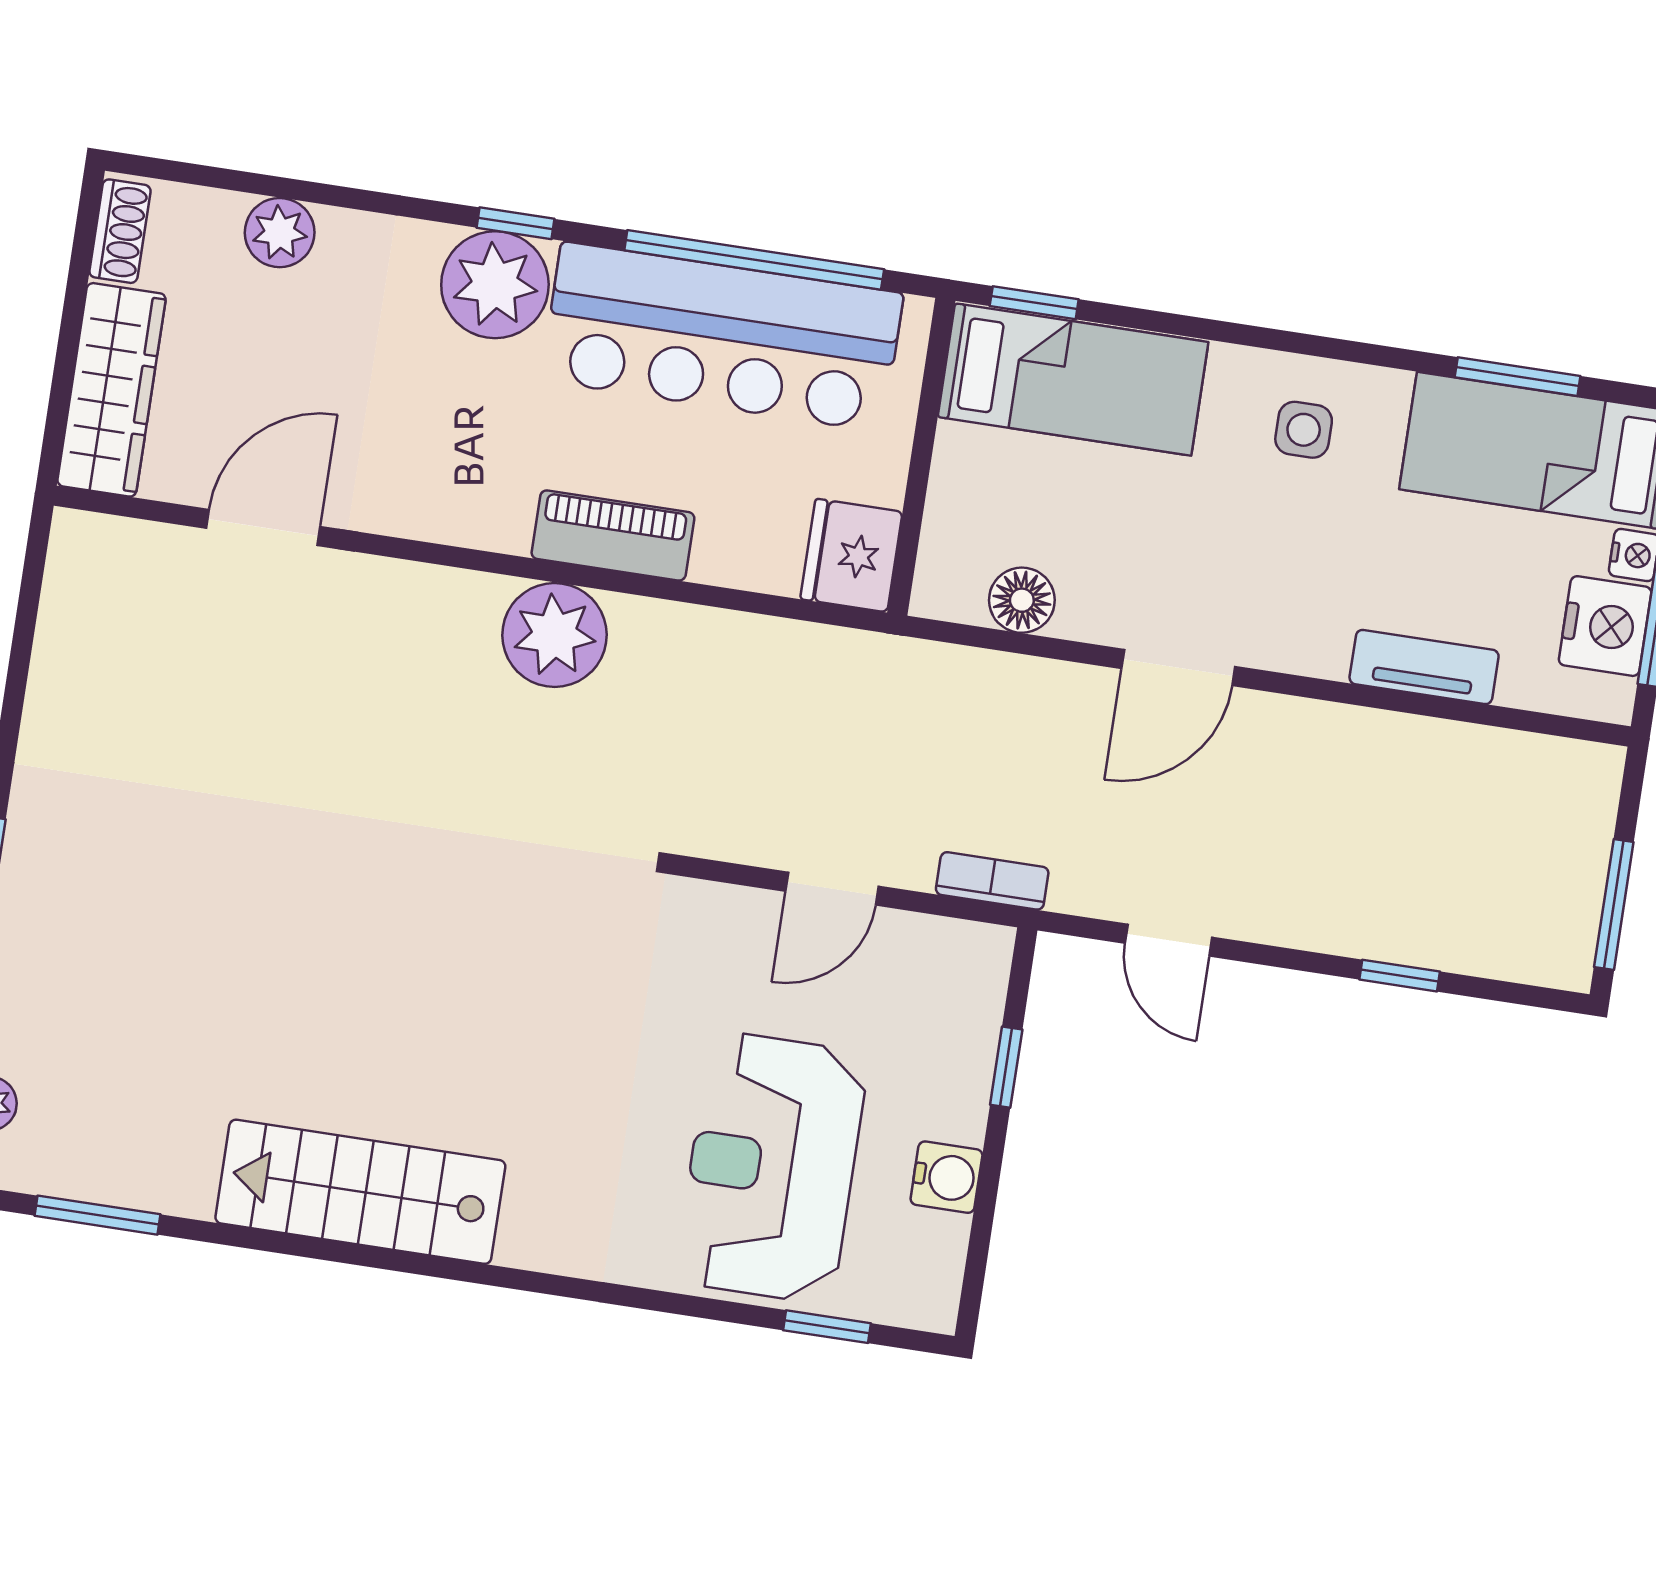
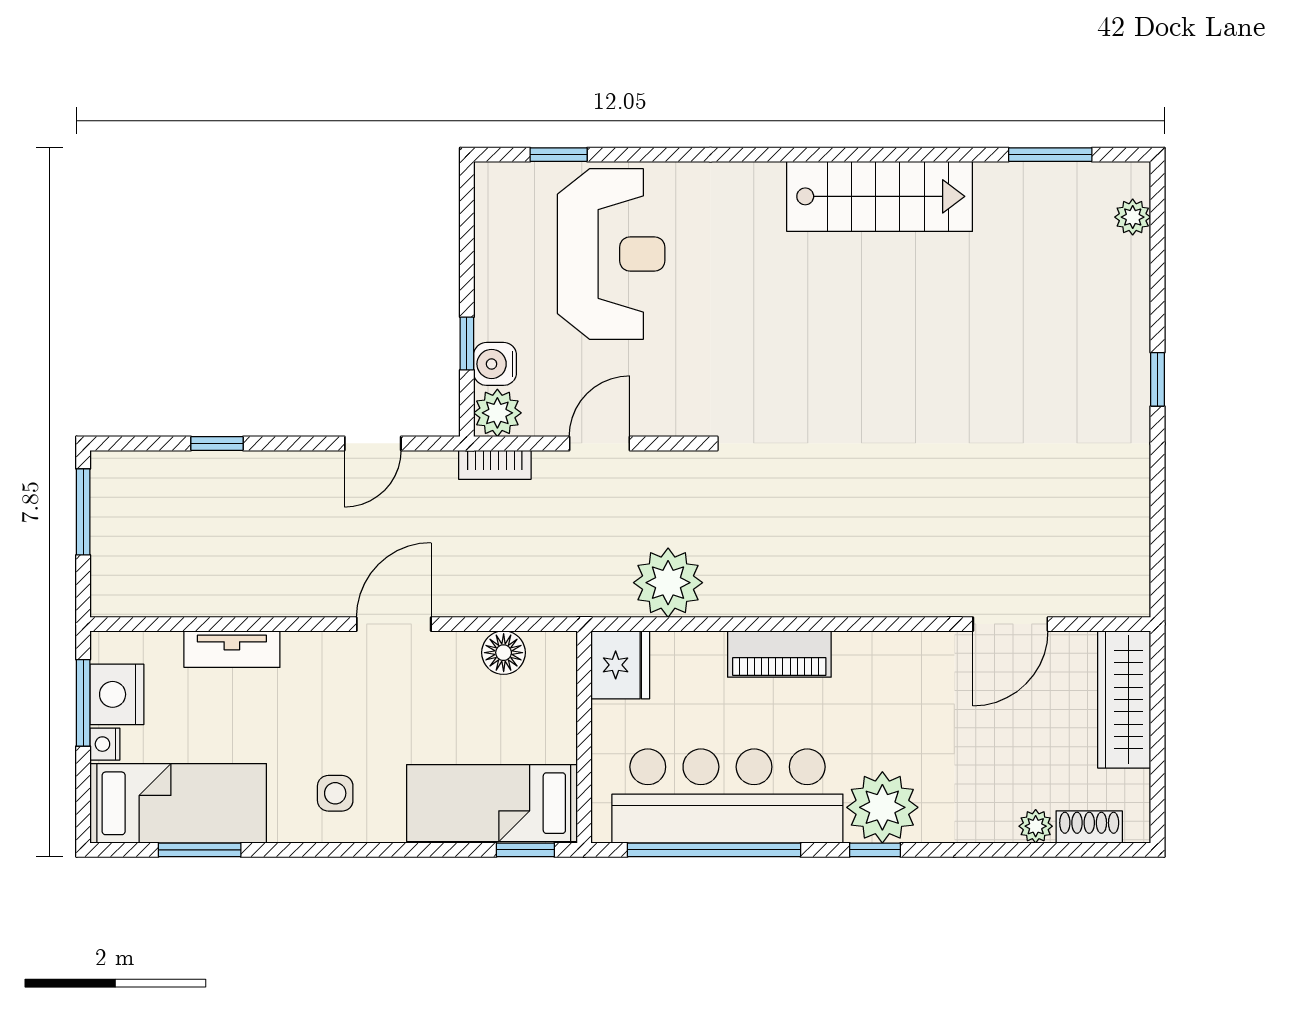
shoe rack: (120, 231) -> (1089, 827), moved, turned 90
plant: (280, 233) -> (1036, 826), width x0.73, depth x0.73
plant: (554, 635) -> (668, 583), moved
door: (1168, 940) -> (373, 443), swing flipped
plant: (977, 957) -> (497, 413), added
water cooler: (946, 1177) -> (495, 364), moved

